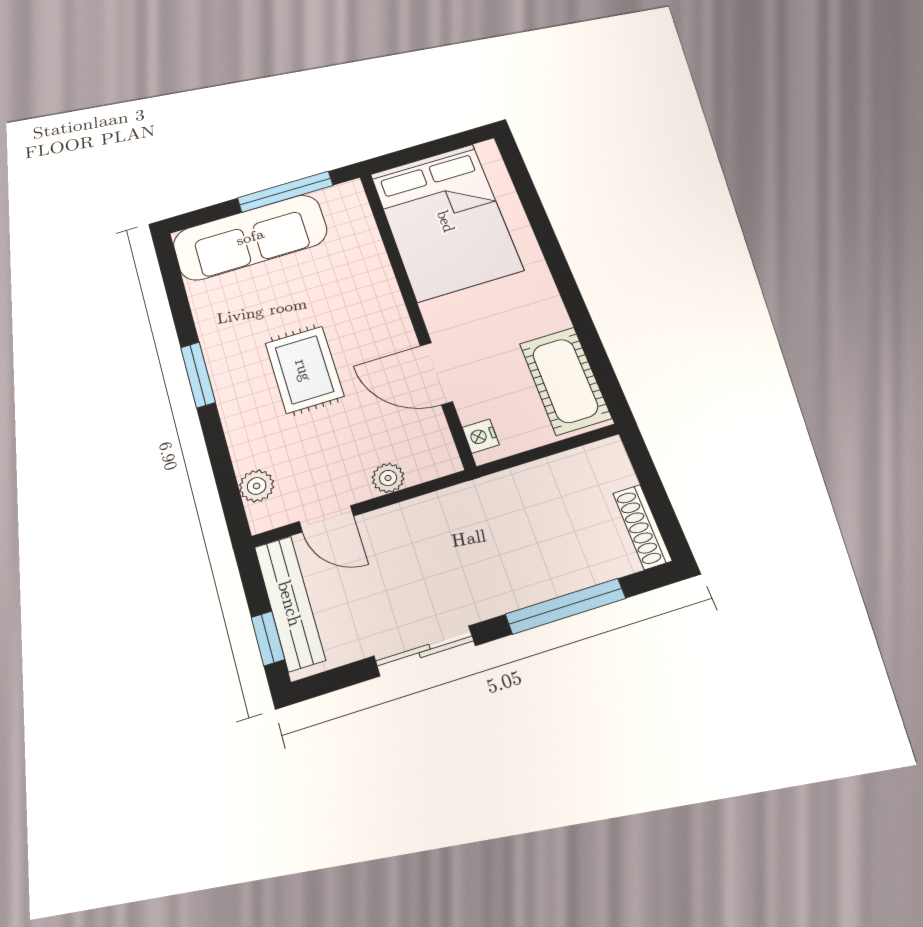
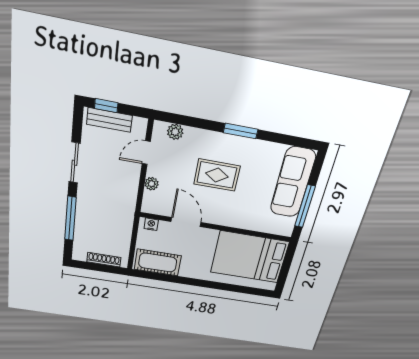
door: (436, 374) -> (186, 222), hinge flipped
shoe rack: (642, 527) -> (104, 260), moved
bench: (290, 603) -> (109, 120), width x0.73

